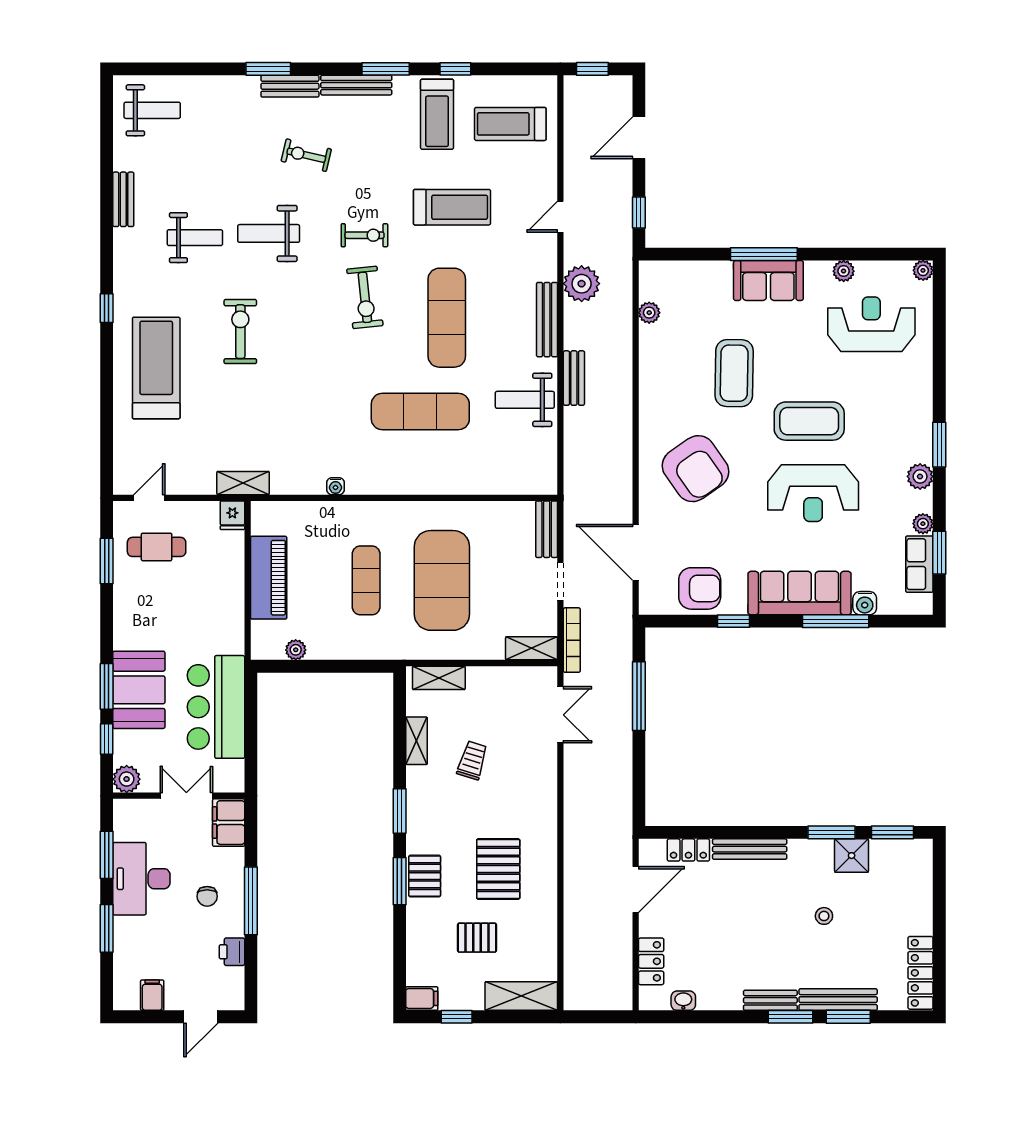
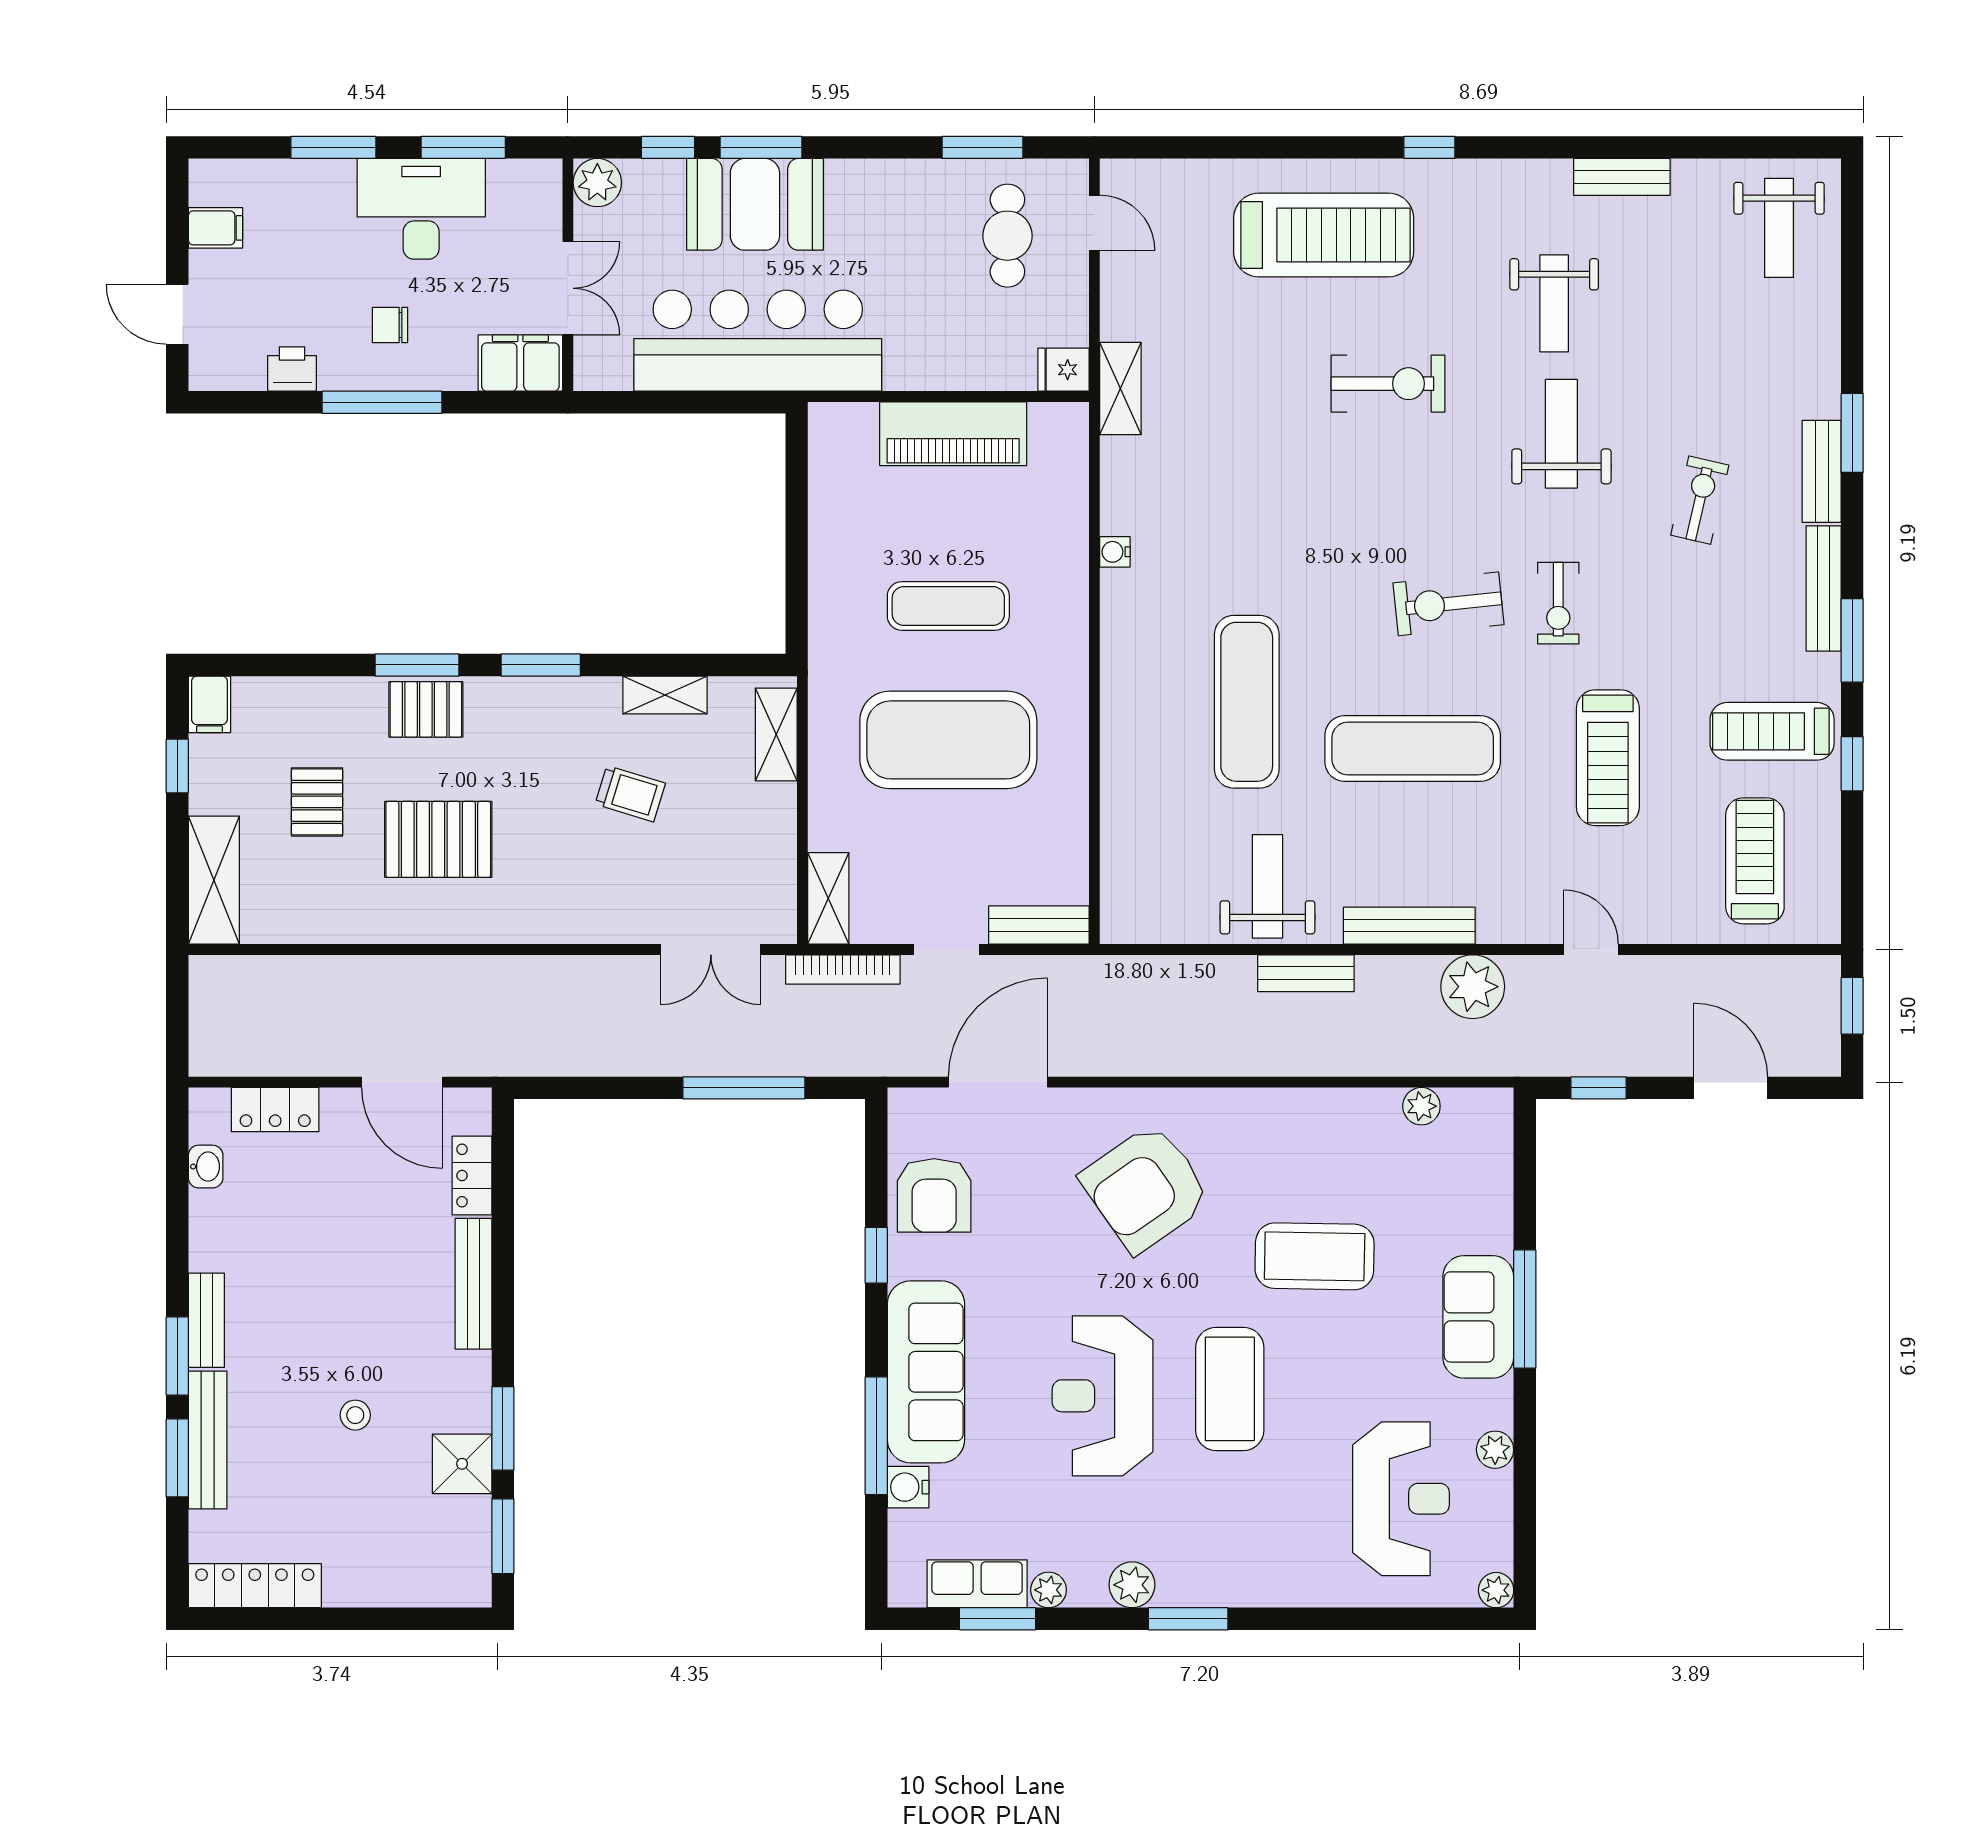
plant: (296, 650) -> (826, 482), removed
bar counter: (216, 707) -> (758, 341), width x1.36

